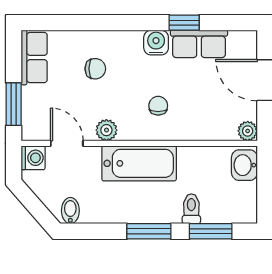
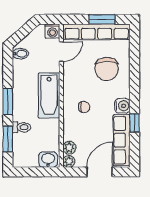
row of seats: (199, 44) -> (122, 140), width x1.48
row of seats: (34, 57) -> (97, 32), width x2.02
chair: (95, 69) -> (107, 69), width x1.87, depth x1.87
window: (14, 104) -> (102, 19), moved
plant: (106, 130) -> (69, 148), moved

